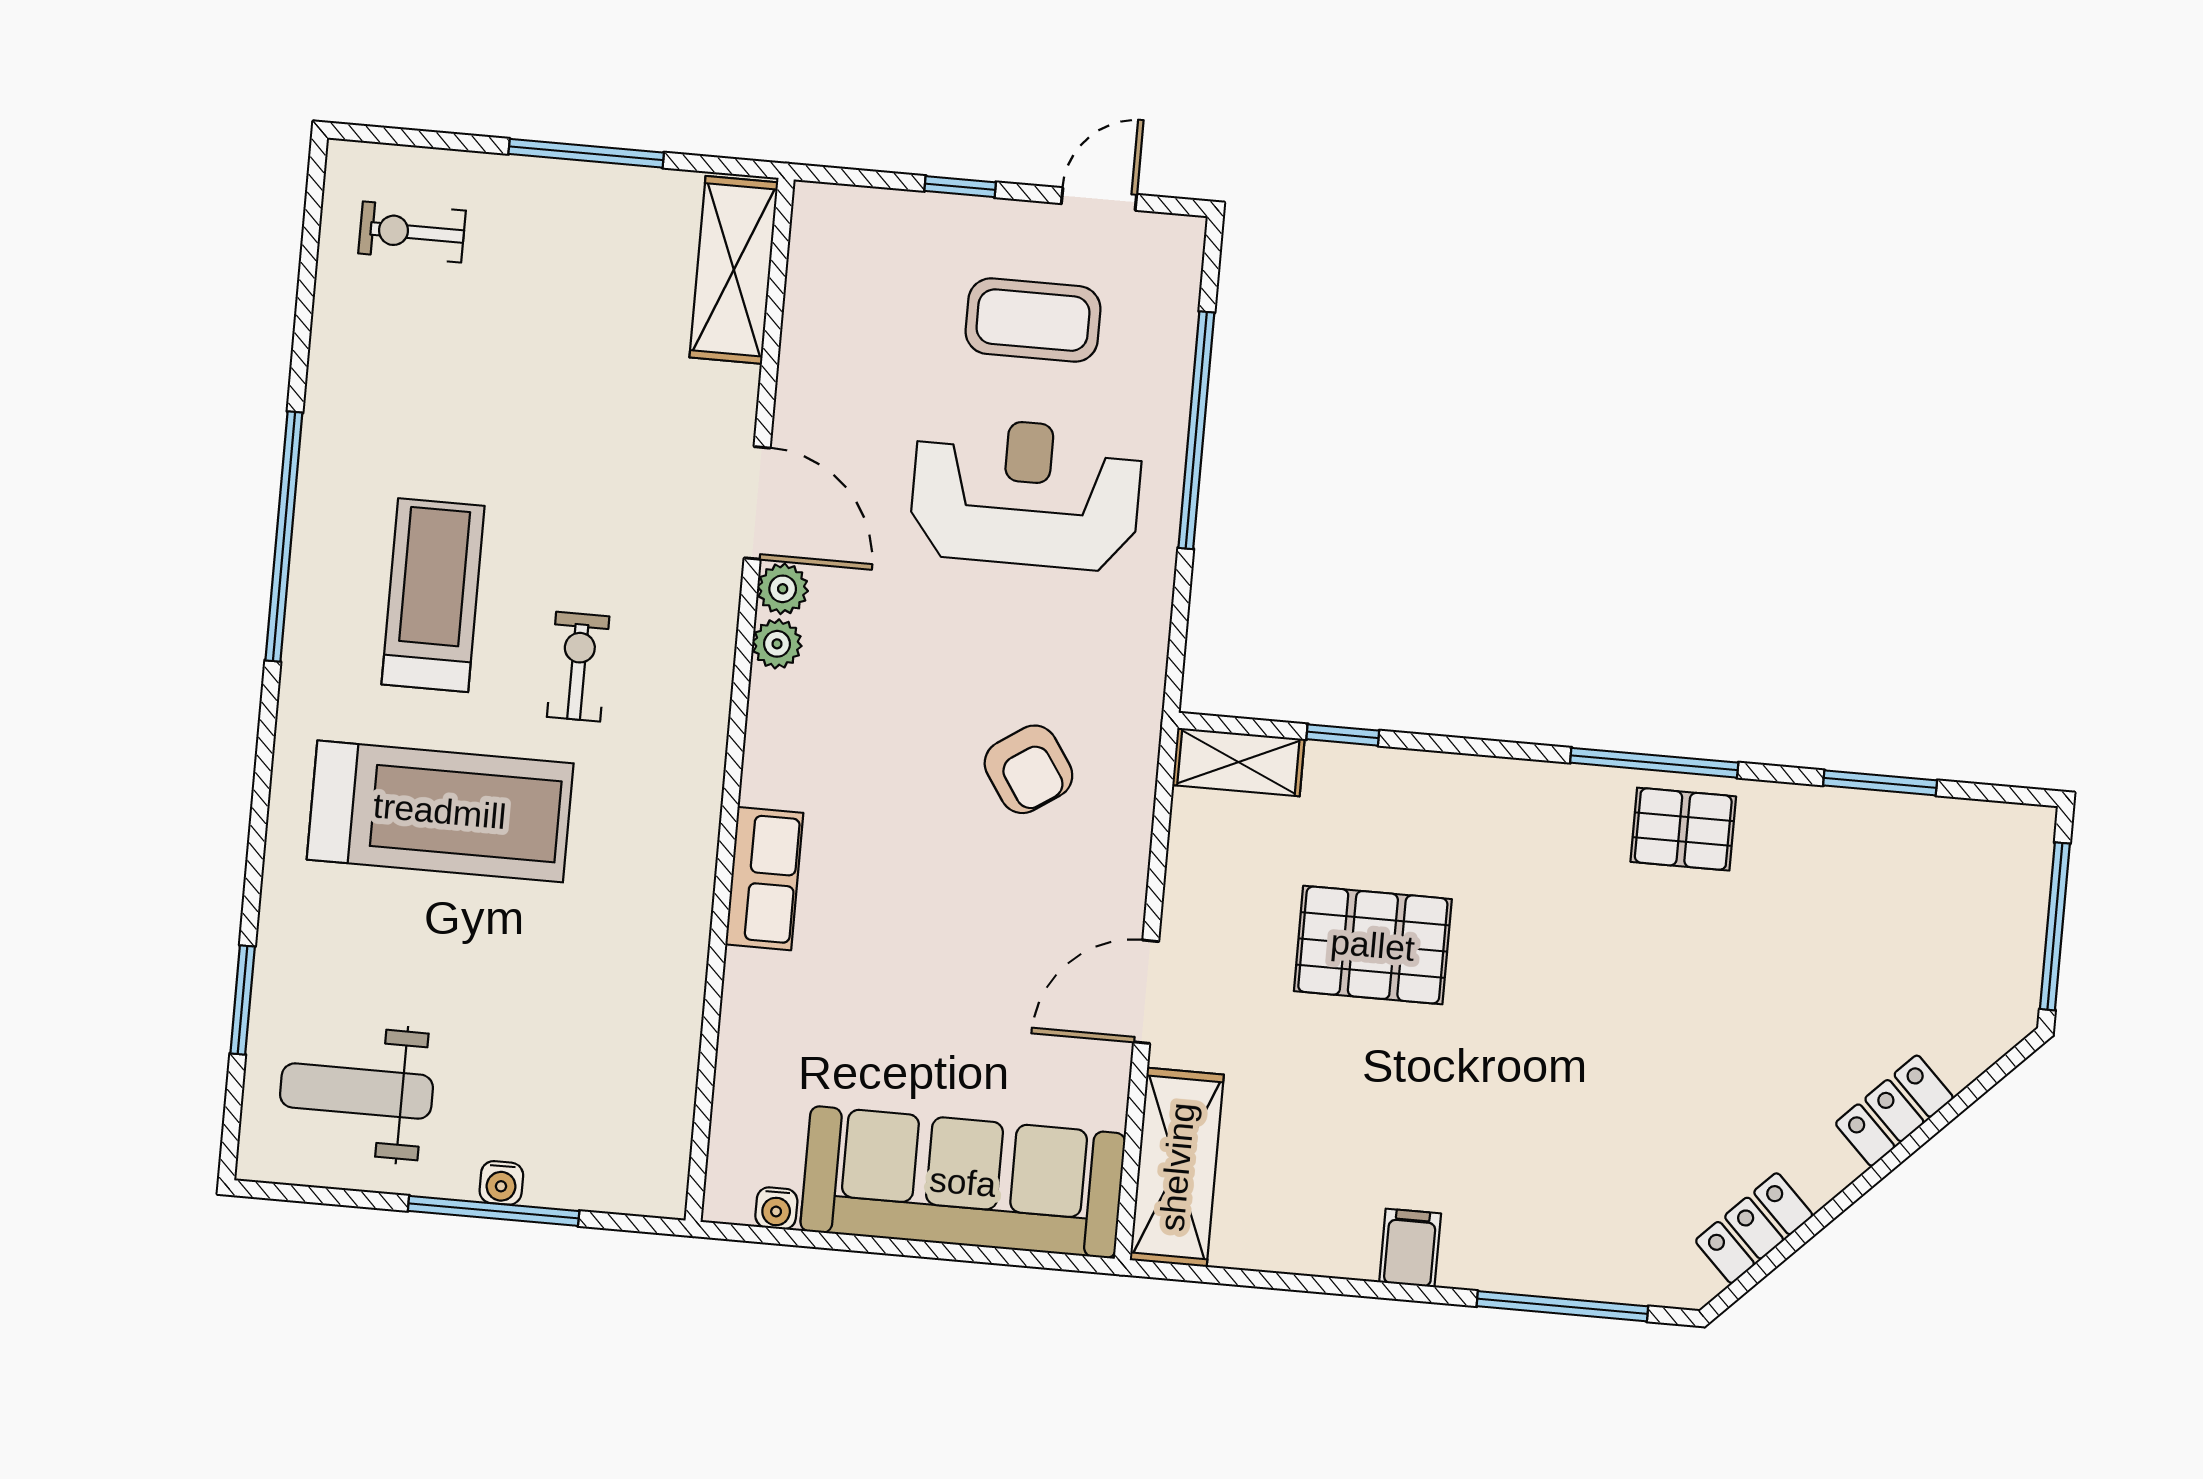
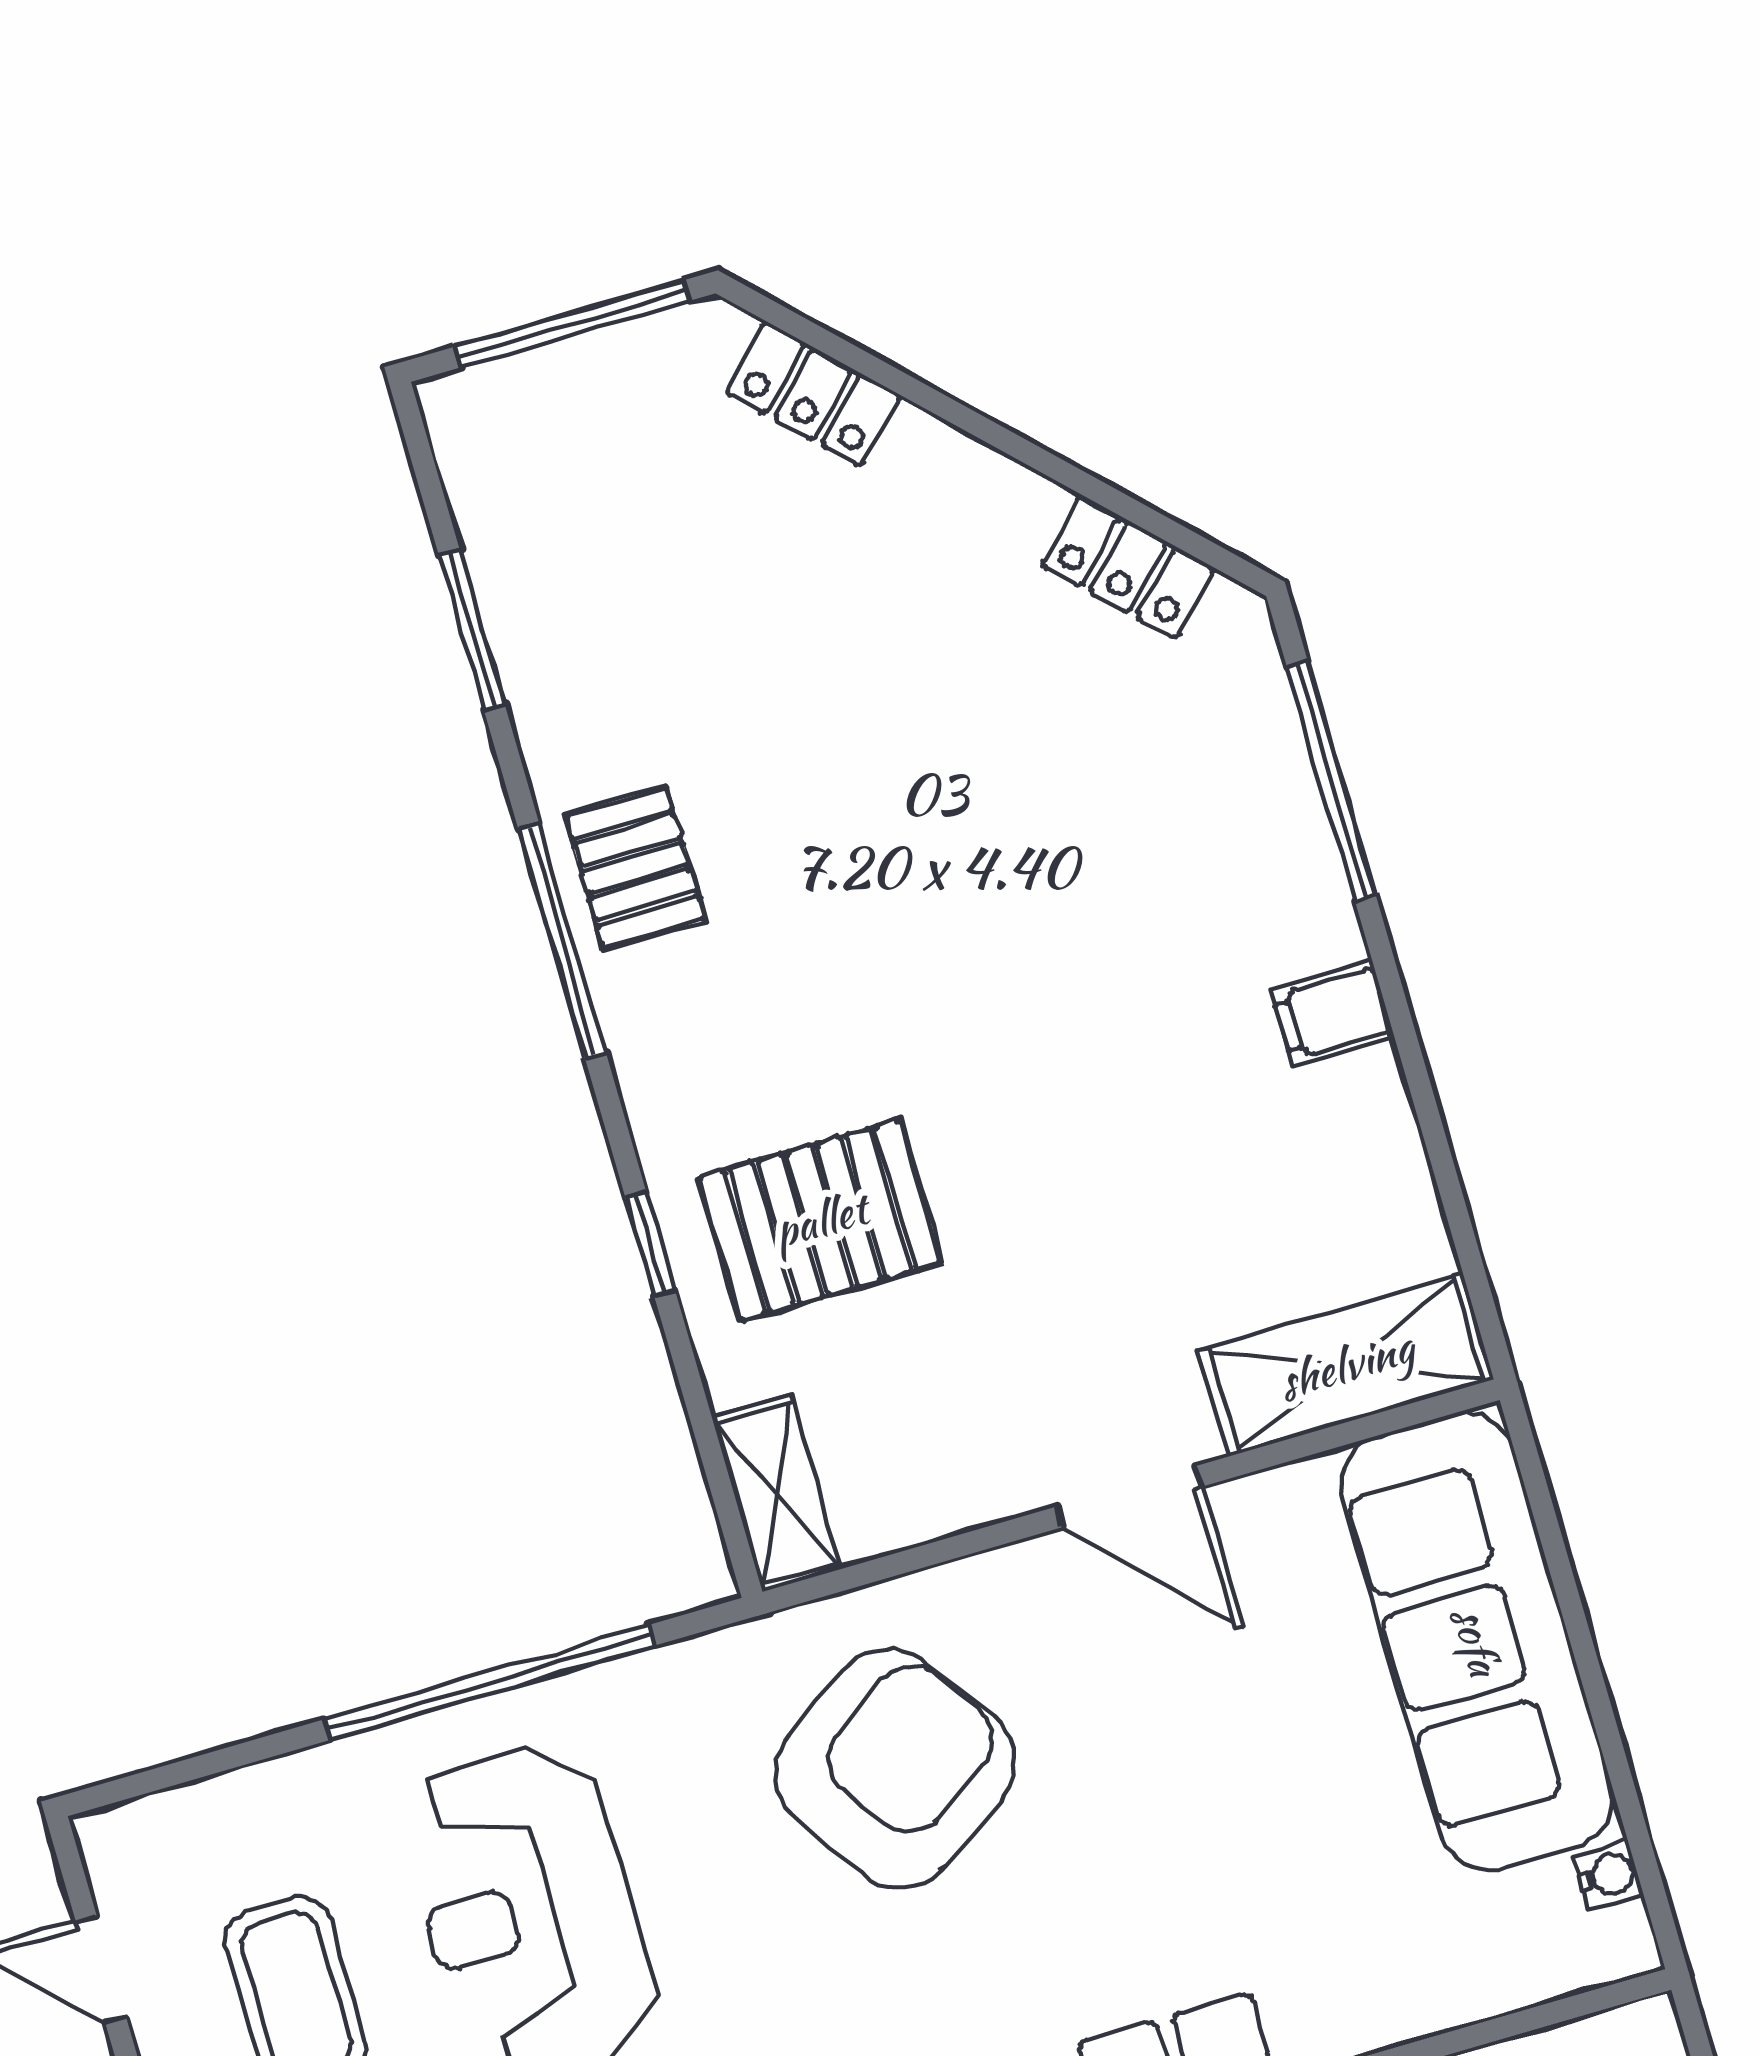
window: (1196, 430) -> (490, 1682), moved
window: (1343, 735) -> (650, 1244), moved
armchair: (1028, 769) -> (895, 1768), width x1.88, depth x1.88
pallet: (1373, 945) -> (820, 1220), moved, turned 90
locker: (1894, 1111) -> (813, 394), moved

